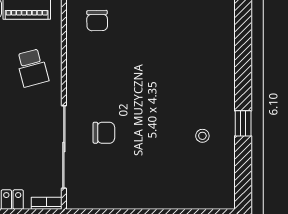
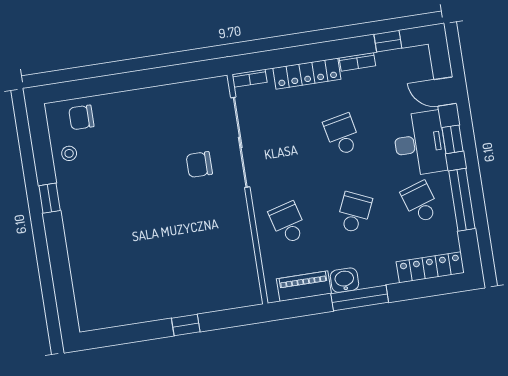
chair: (97, 21) -> (81, 117), moved, turned -89
stool: (202, 136) -> (69, 153), moved

